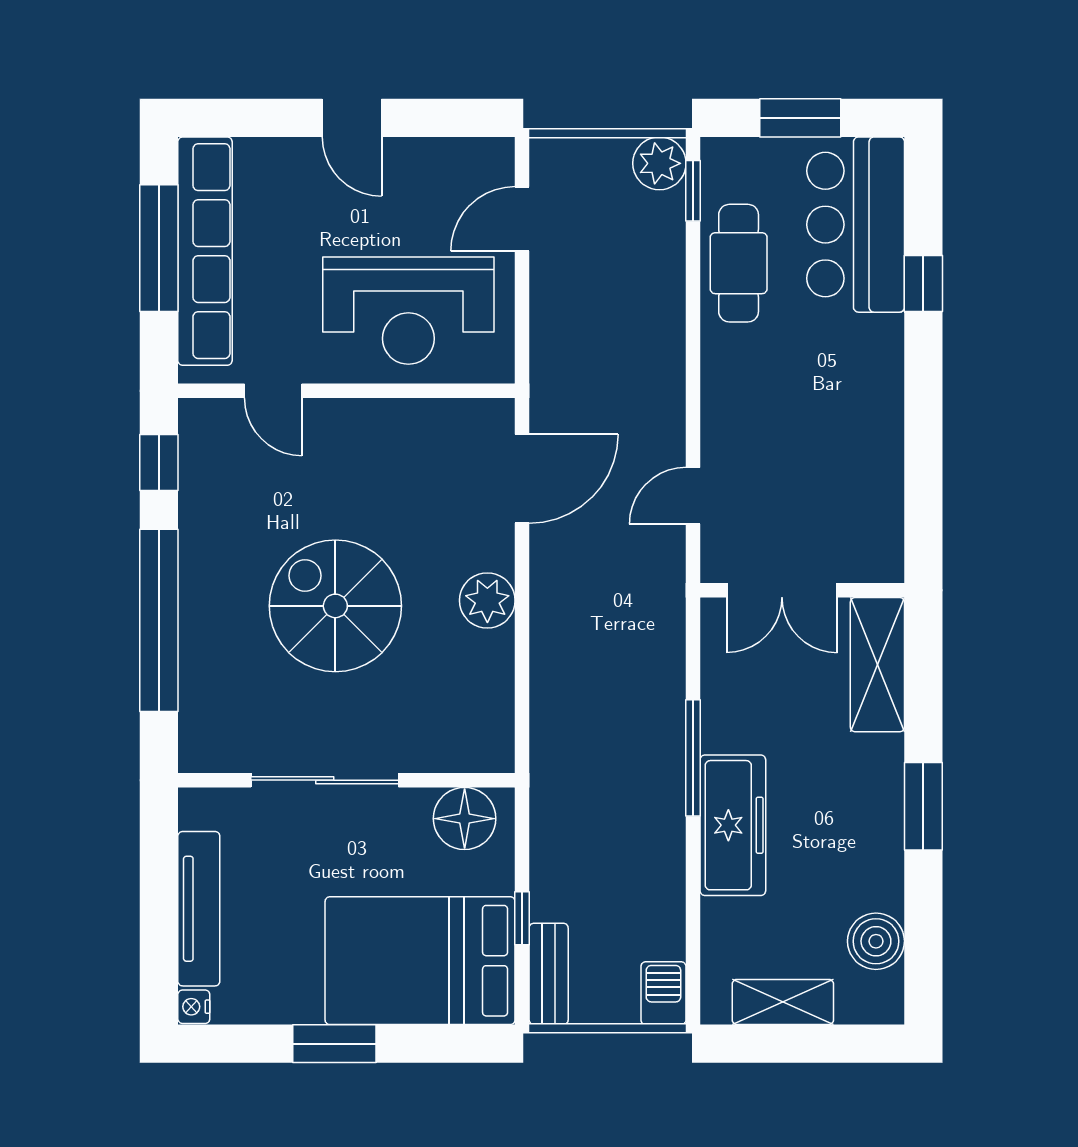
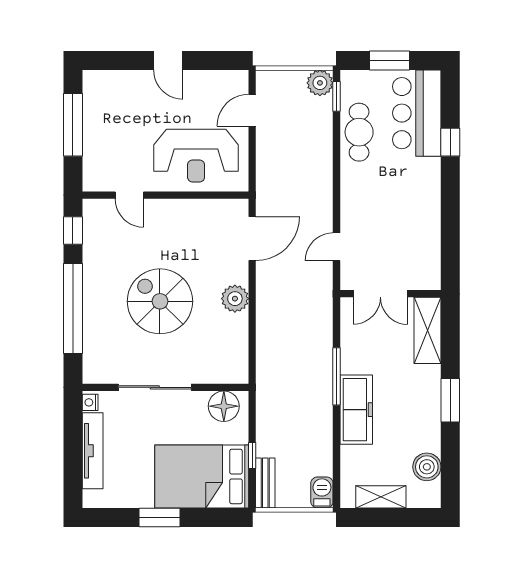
row of seats: (205, 251) -> (96, 126), removed
nightstand: (194, 1007) -> (90, 402), moved

